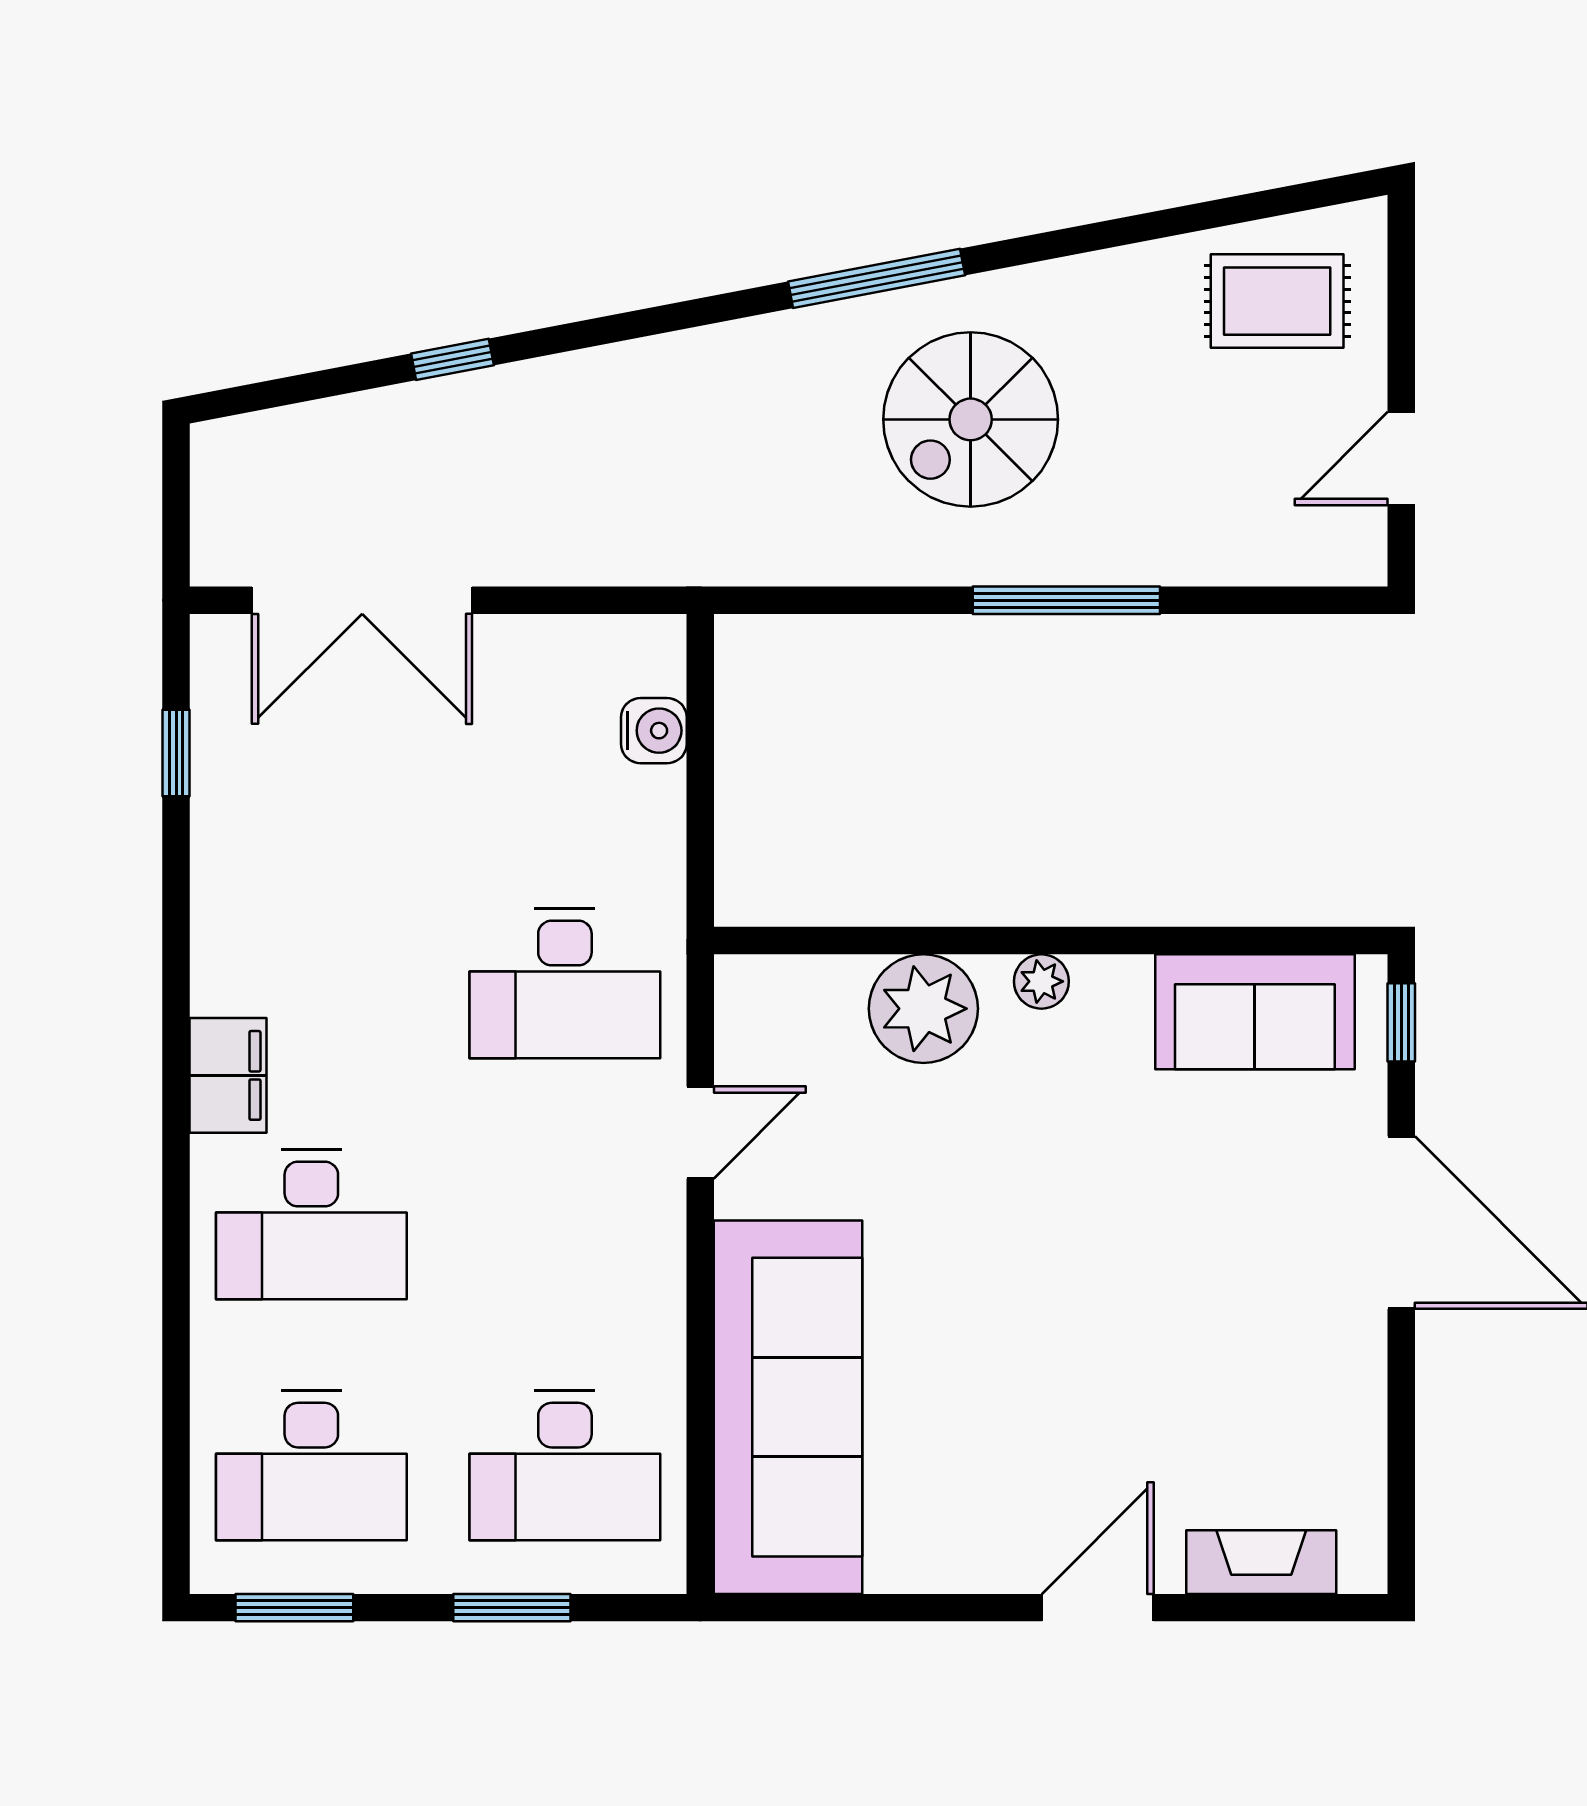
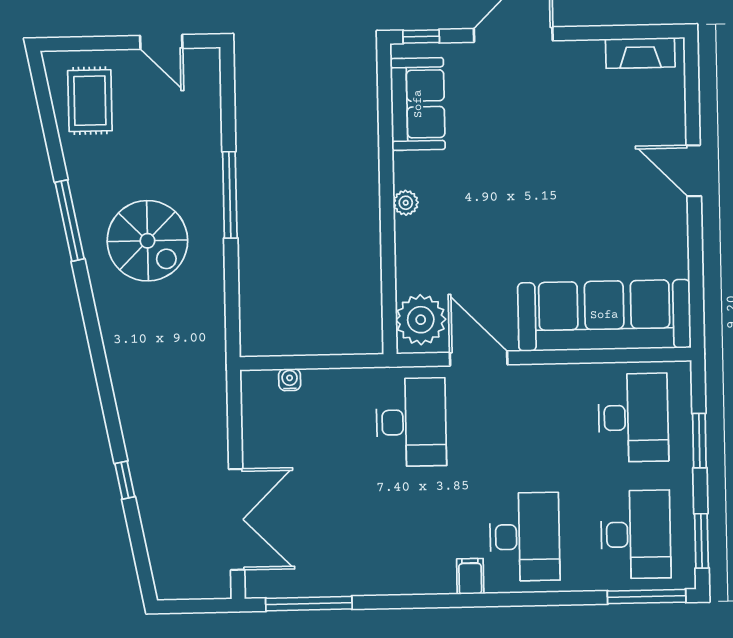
window: (877, 278) -> (70, 221), moved
water cooler: (654, 731) -> (290, 380), width x0.72, depth x0.72
window: (176, 753) -> (309, 604), width x2.17
plant: (923, 1009) -> (421, 320), moved
filing cabinet: (228, 1075) -> (470, 576), width x0.50
door: (700, 1132) -> (479, 358), width x1.38
window: (176, 1486) -> (647, 597), added
fireplace: (1261, 1562) -> (640, 53), moved, turned -90

